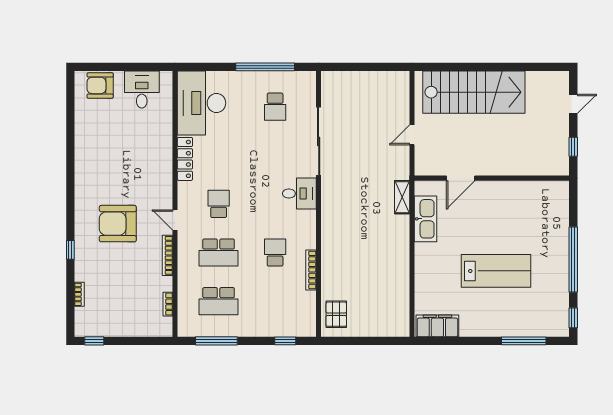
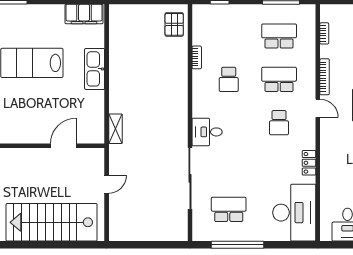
school desk: (275, 107) -> (229, 209), width x1.85
locker: (185, 159) -> (309, 163), width x0.66
kitchen sink: (426, 219) -> (95, 69), moved
bookcase: (311, 270) -> (197, 57), width x0.64

